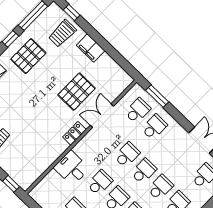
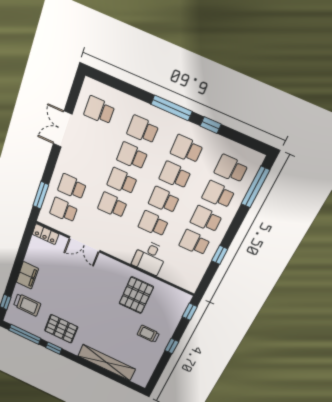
pallet: (77, 92) -> (136, 295), moved, turned 90
locker: (74, 133) -> (45, 234), moved

